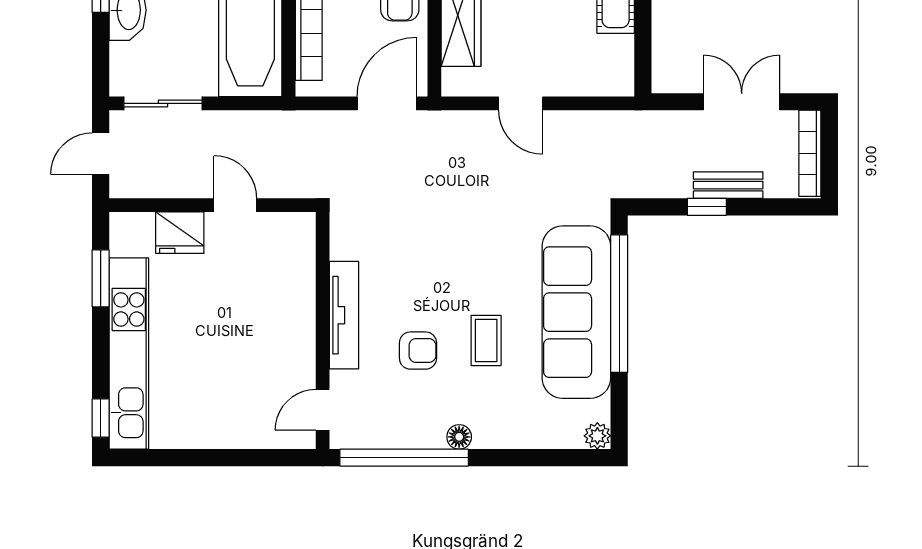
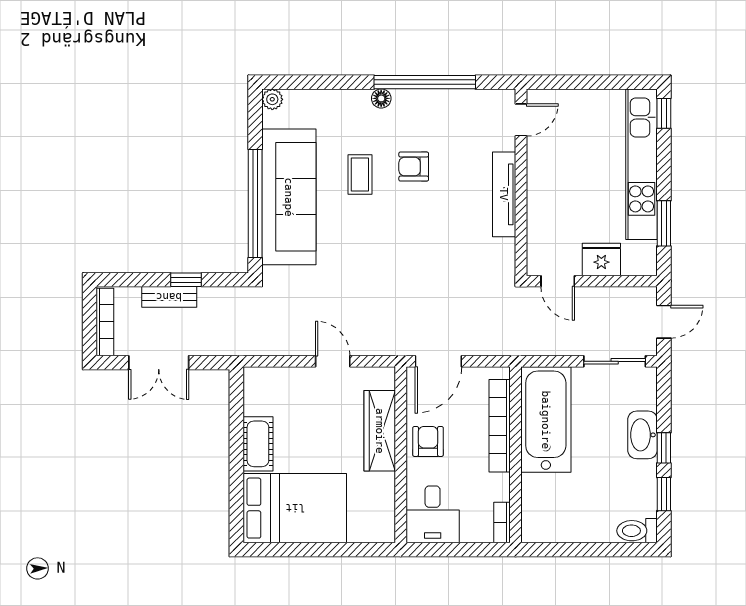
tv unit: (344, 315) -> (504, 194), moved
wall: (323, 331) -> (521, 182), moved
door: (323, 410) -> (521, 120), moved

